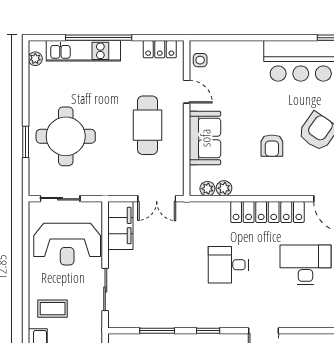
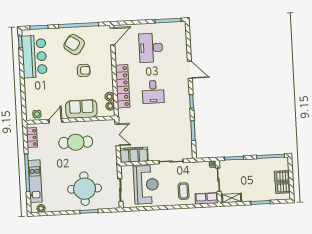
locker: (267, 212) -> (123, 86), moved

